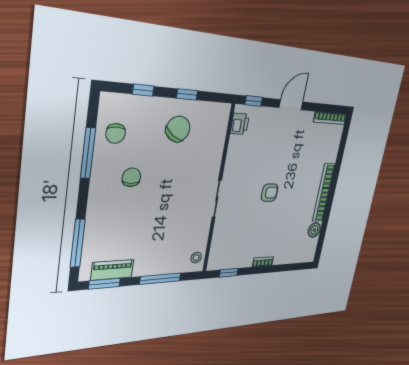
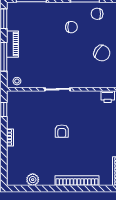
bookcase: (324, 193) -> (77, 181), moved
piano: (112, 270) -> (13, 44), moved

